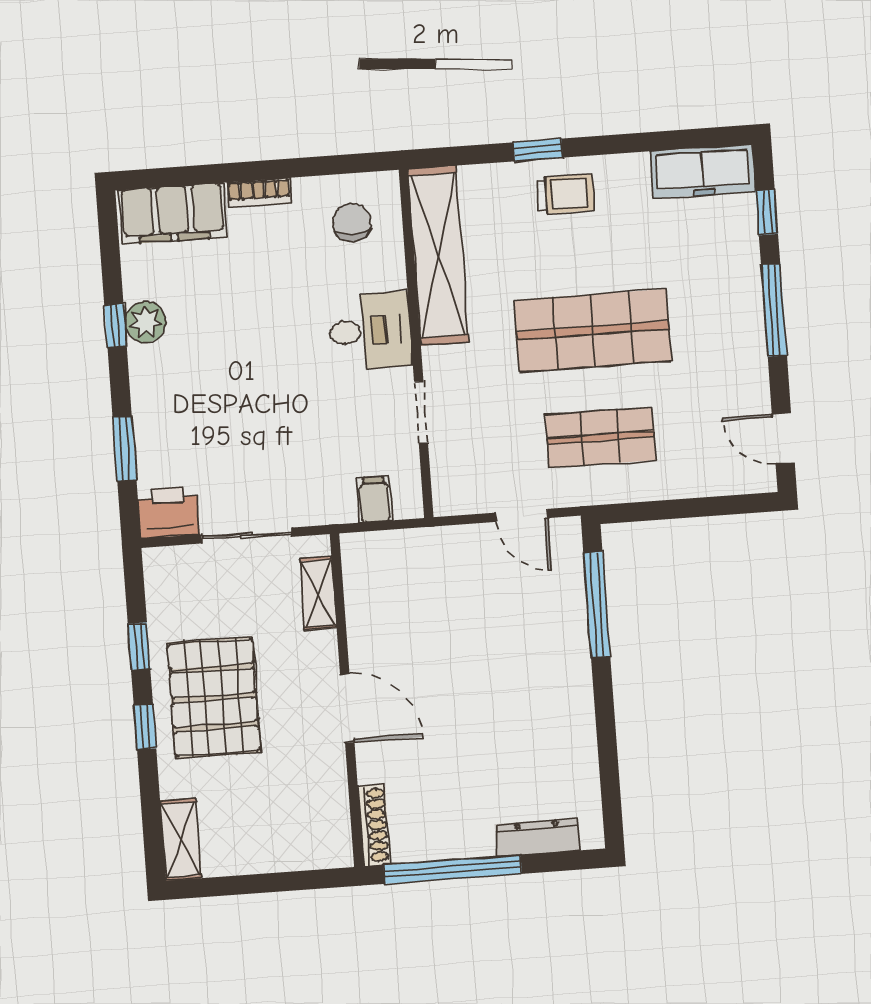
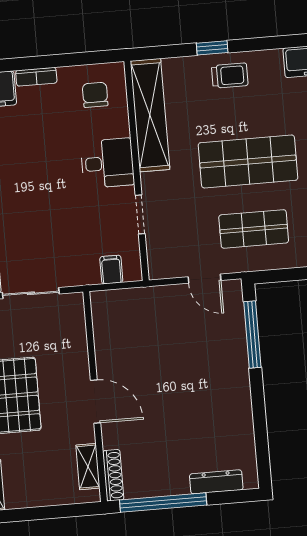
shelving: (318, 593) -> (88, 467), moved

